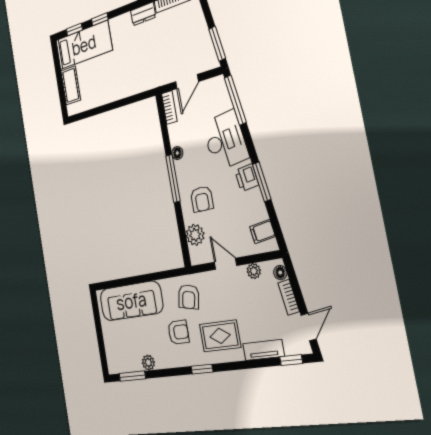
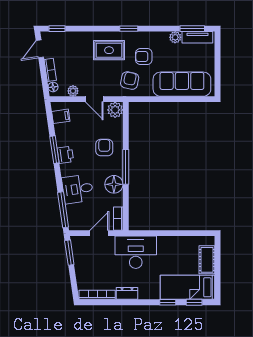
desk: (143, 70) -> (136, 252), added
desk: (225, 140) -> (78, 189), width x0.73
floor lamp: (177, 153) -> (114, 184), width x1.89, depth x1.89
plant: (195, 235) -> (115, 110), moved
tv unit: (263, 350) -> (197, 37), moved

